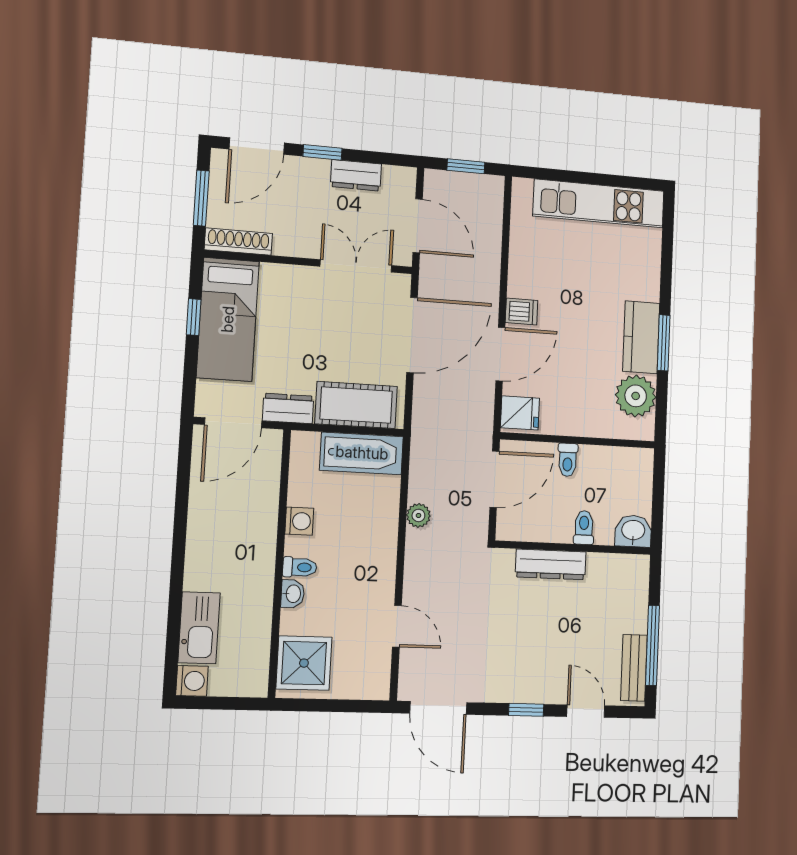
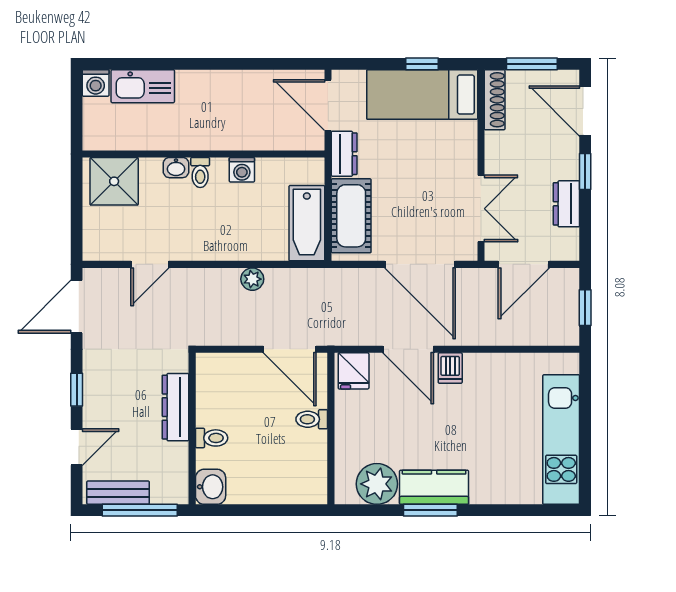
toilet: (584, 528) -> (212, 438), moved
washbasin: (633, 531) -> (211, 487), moved
wall: (573, 548) -> (192, 429), moved
dresser: (551, 564) -> (176, 407), moved

